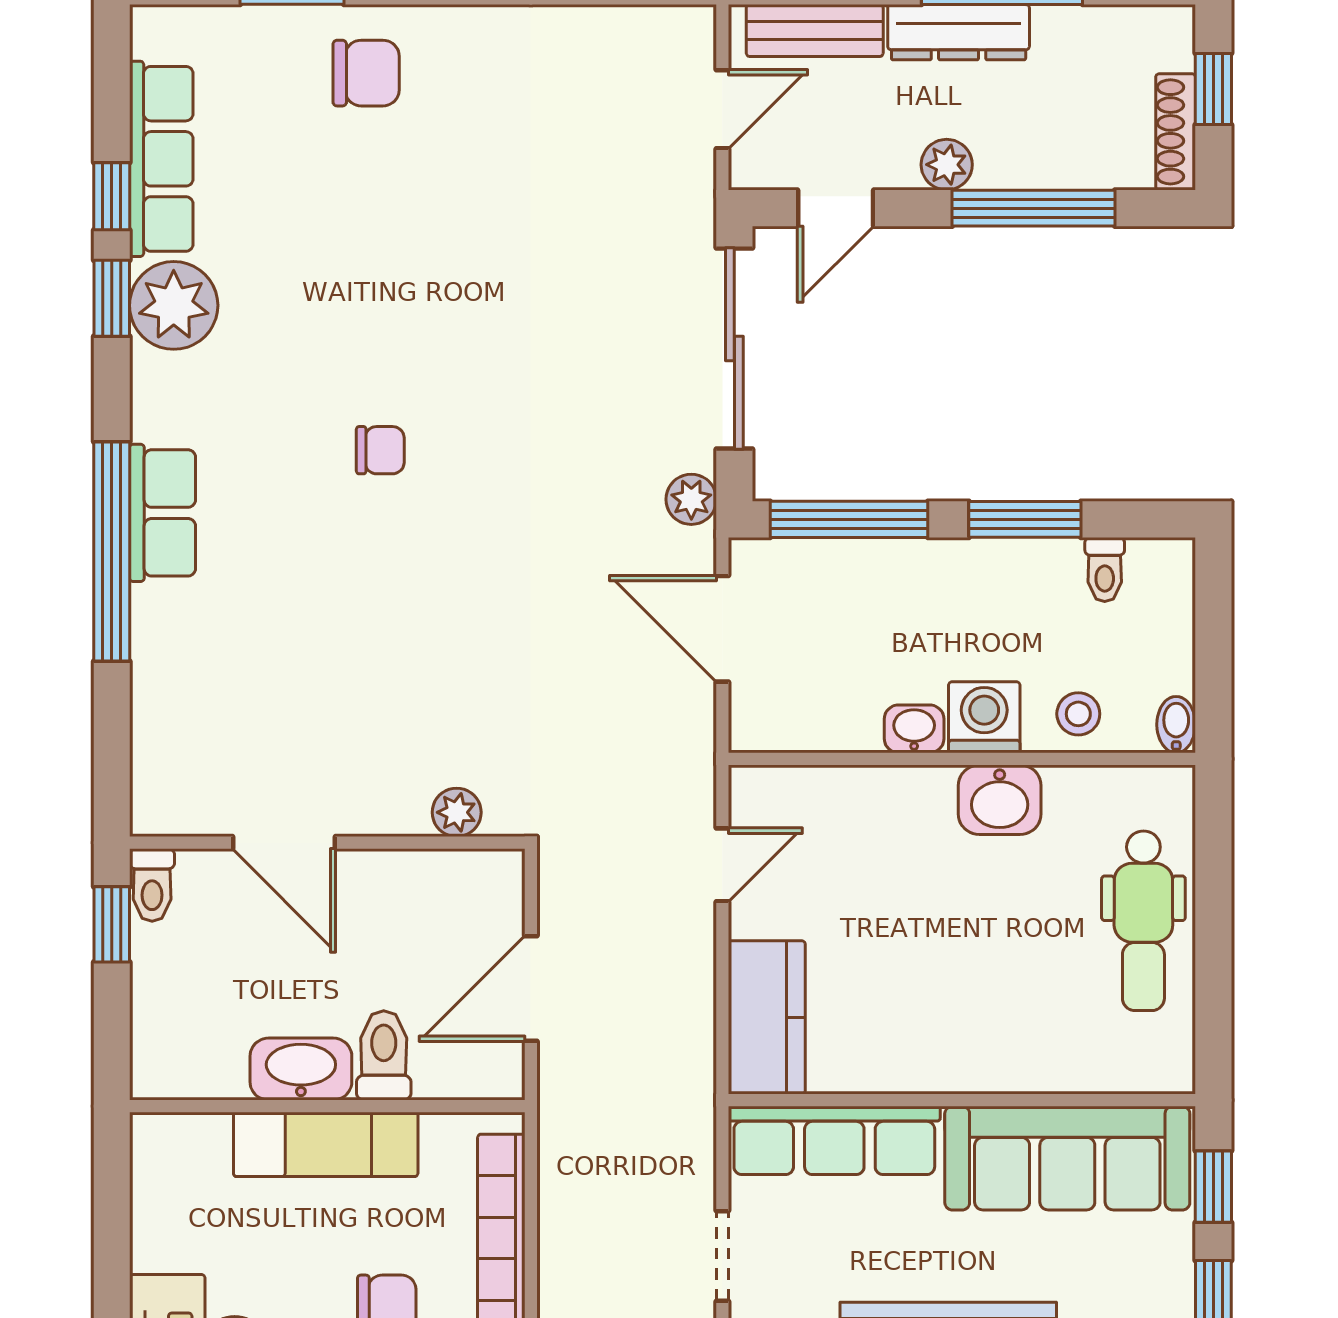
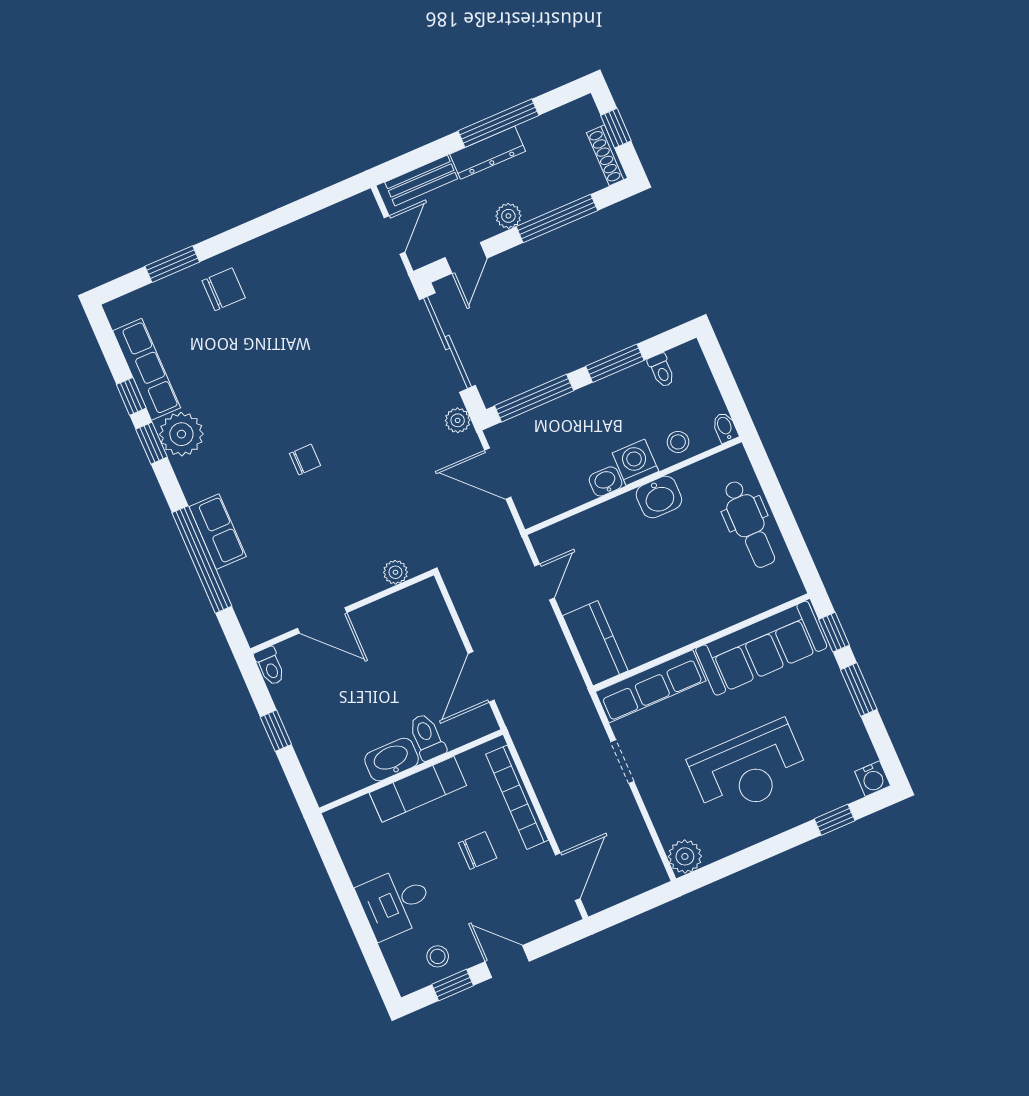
plant: (457, 812) -> (395, 572), moved
door: (284, 843) -> (322, 620), moved
wall: (327, 843) -> (342, 612), moved
toilet: (152, 885) -> (270, 666), moved

